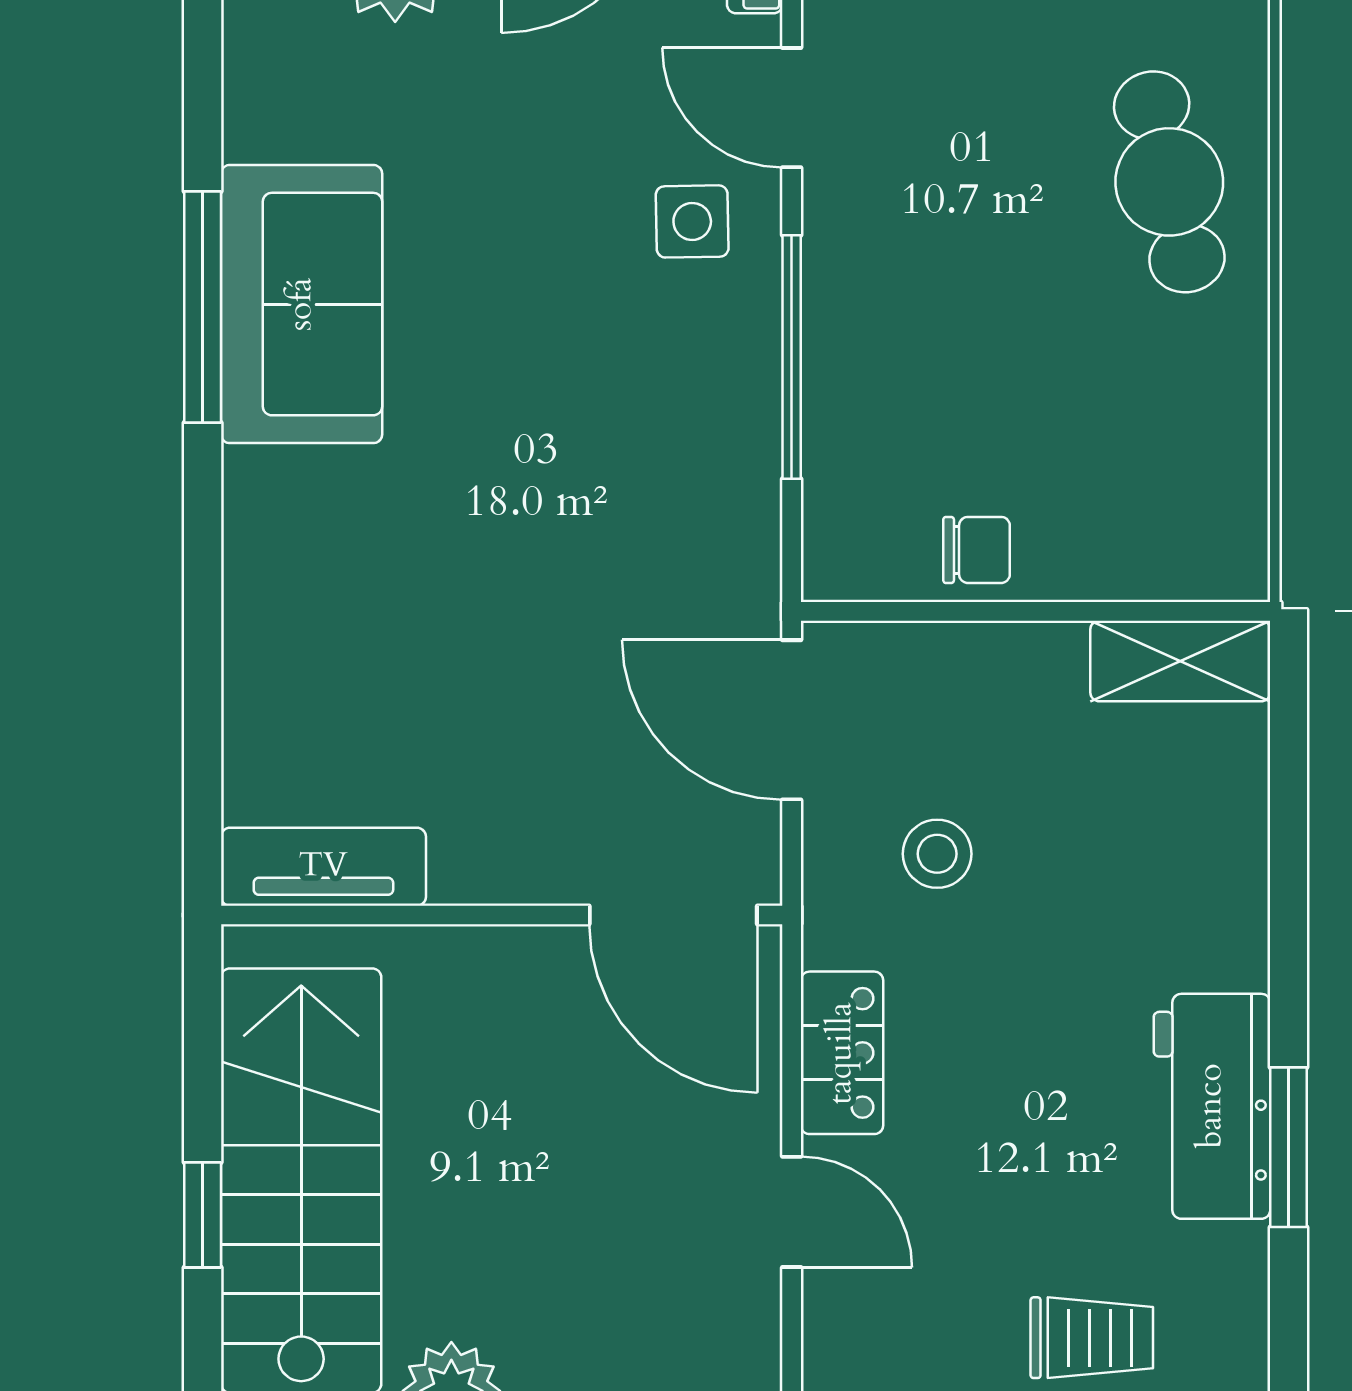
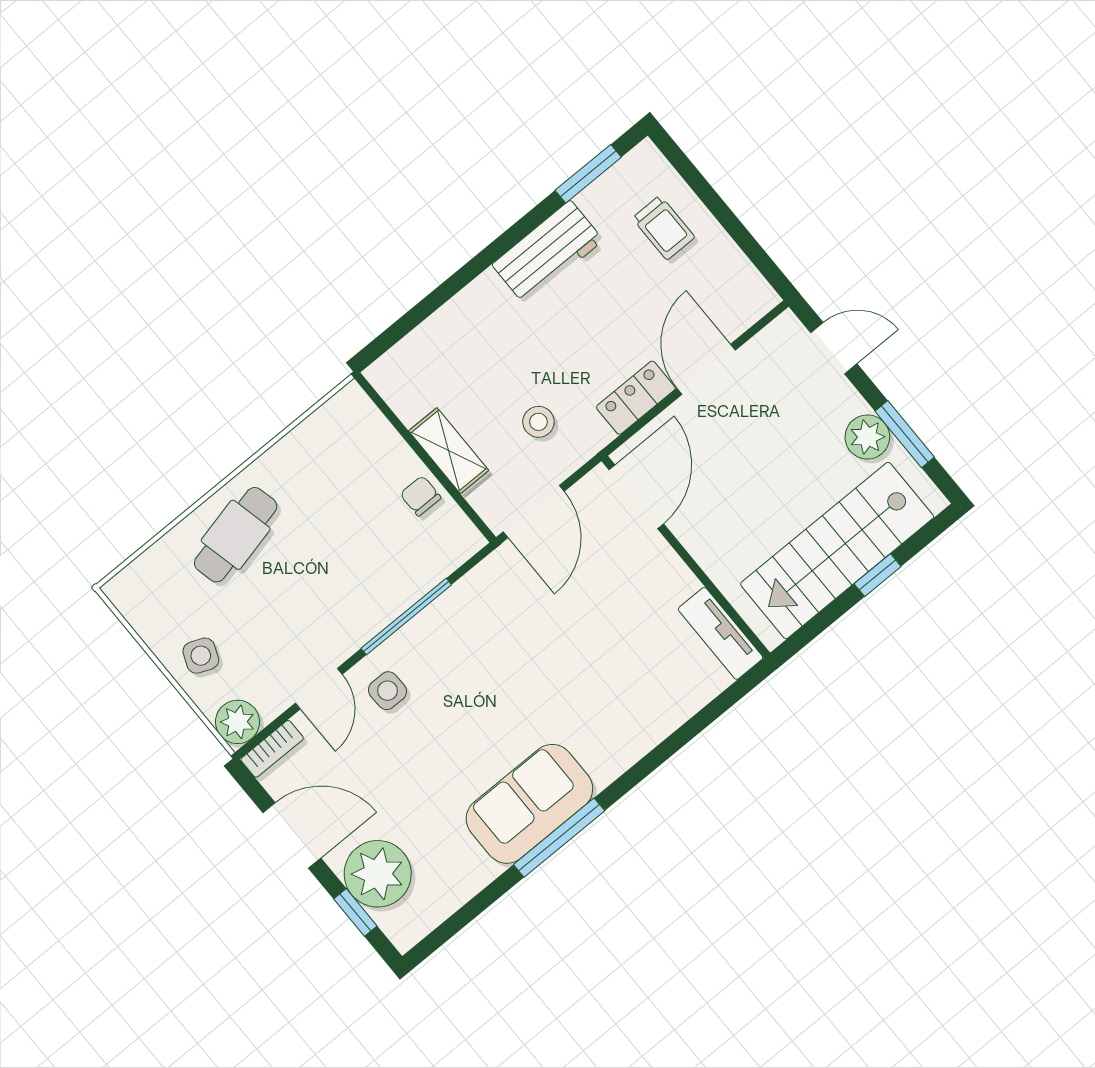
shelving: (1180, 661) -> (449, 451), moved
window: (1289, 1147) -> (588, 174), moved
door: (792, 1212) -> (706, 369), width x1.38
trolley: (1092, 1338) -> (664, 228), turned 180

